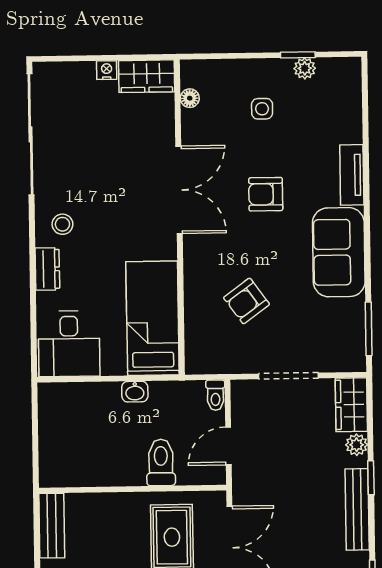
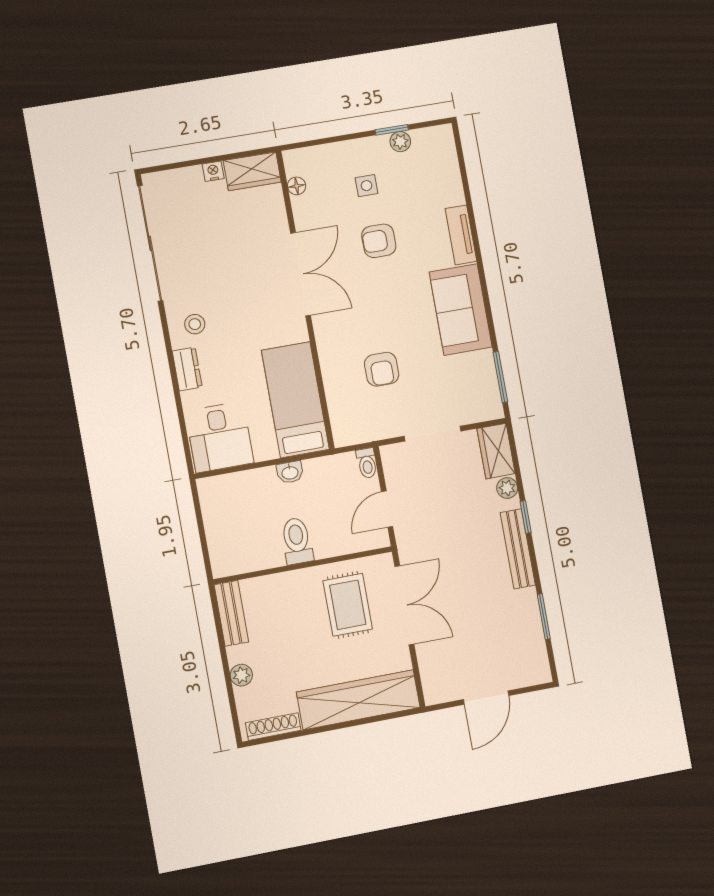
armchair: (266, 194) -> (379, 241), moved
armchair: (247, 301) -> (382, 369), turned -54
toilet: (161, 462) -> (297, 541), moved

